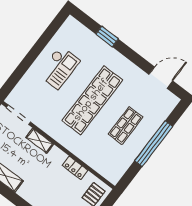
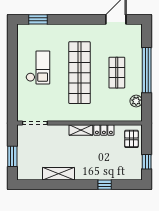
window: (107, 37) -> (38, 19), moved
shelving: (40, 141) -> (81, 130), moved
plant: (123, 164) -> (136, 101), added

